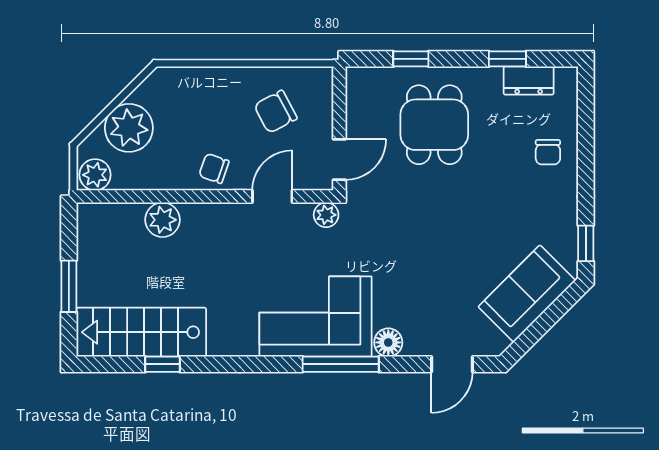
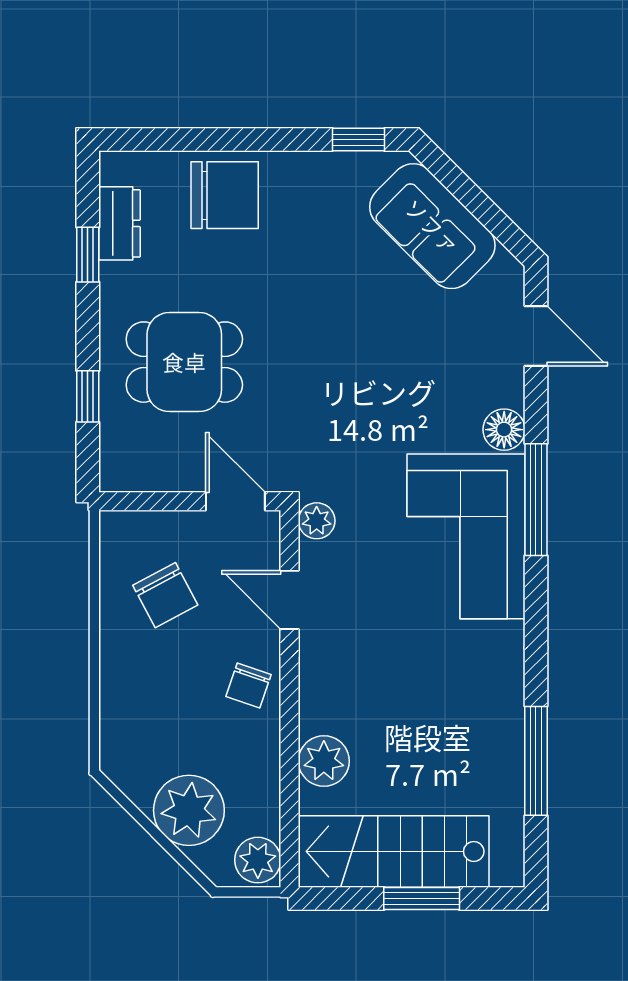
chair: (548, 152) -> (225, 195), width x1.87, depth x1.87
stairs: (141, 332) -> (394, 851), moved, turned 90
window: (163, 364) -> (536, 761), width x2.17

